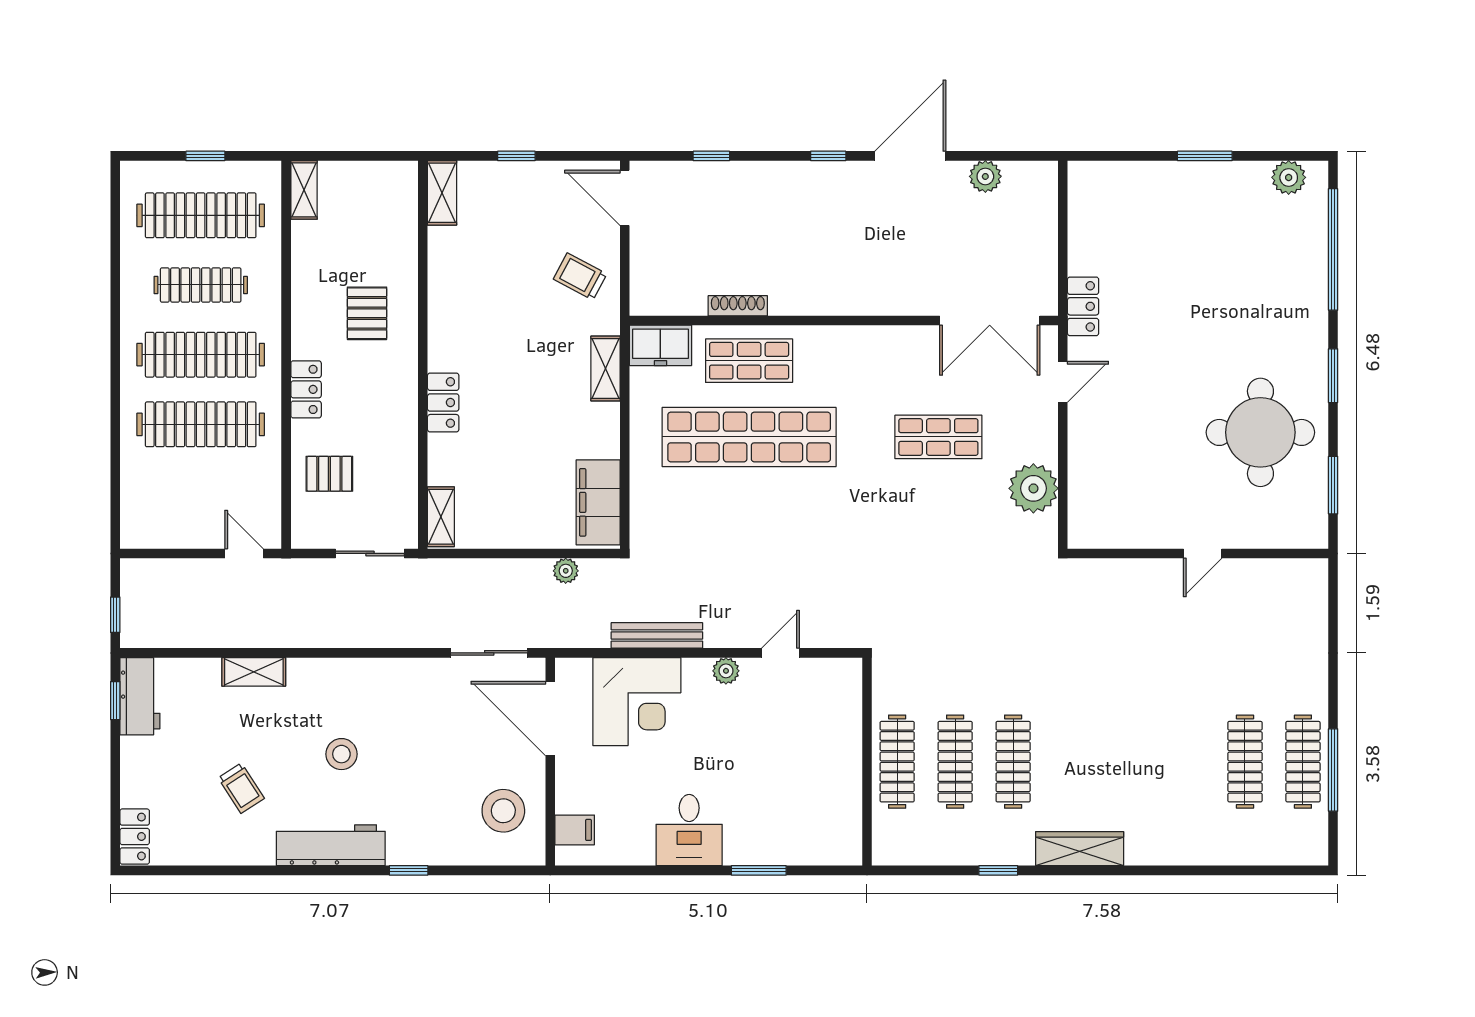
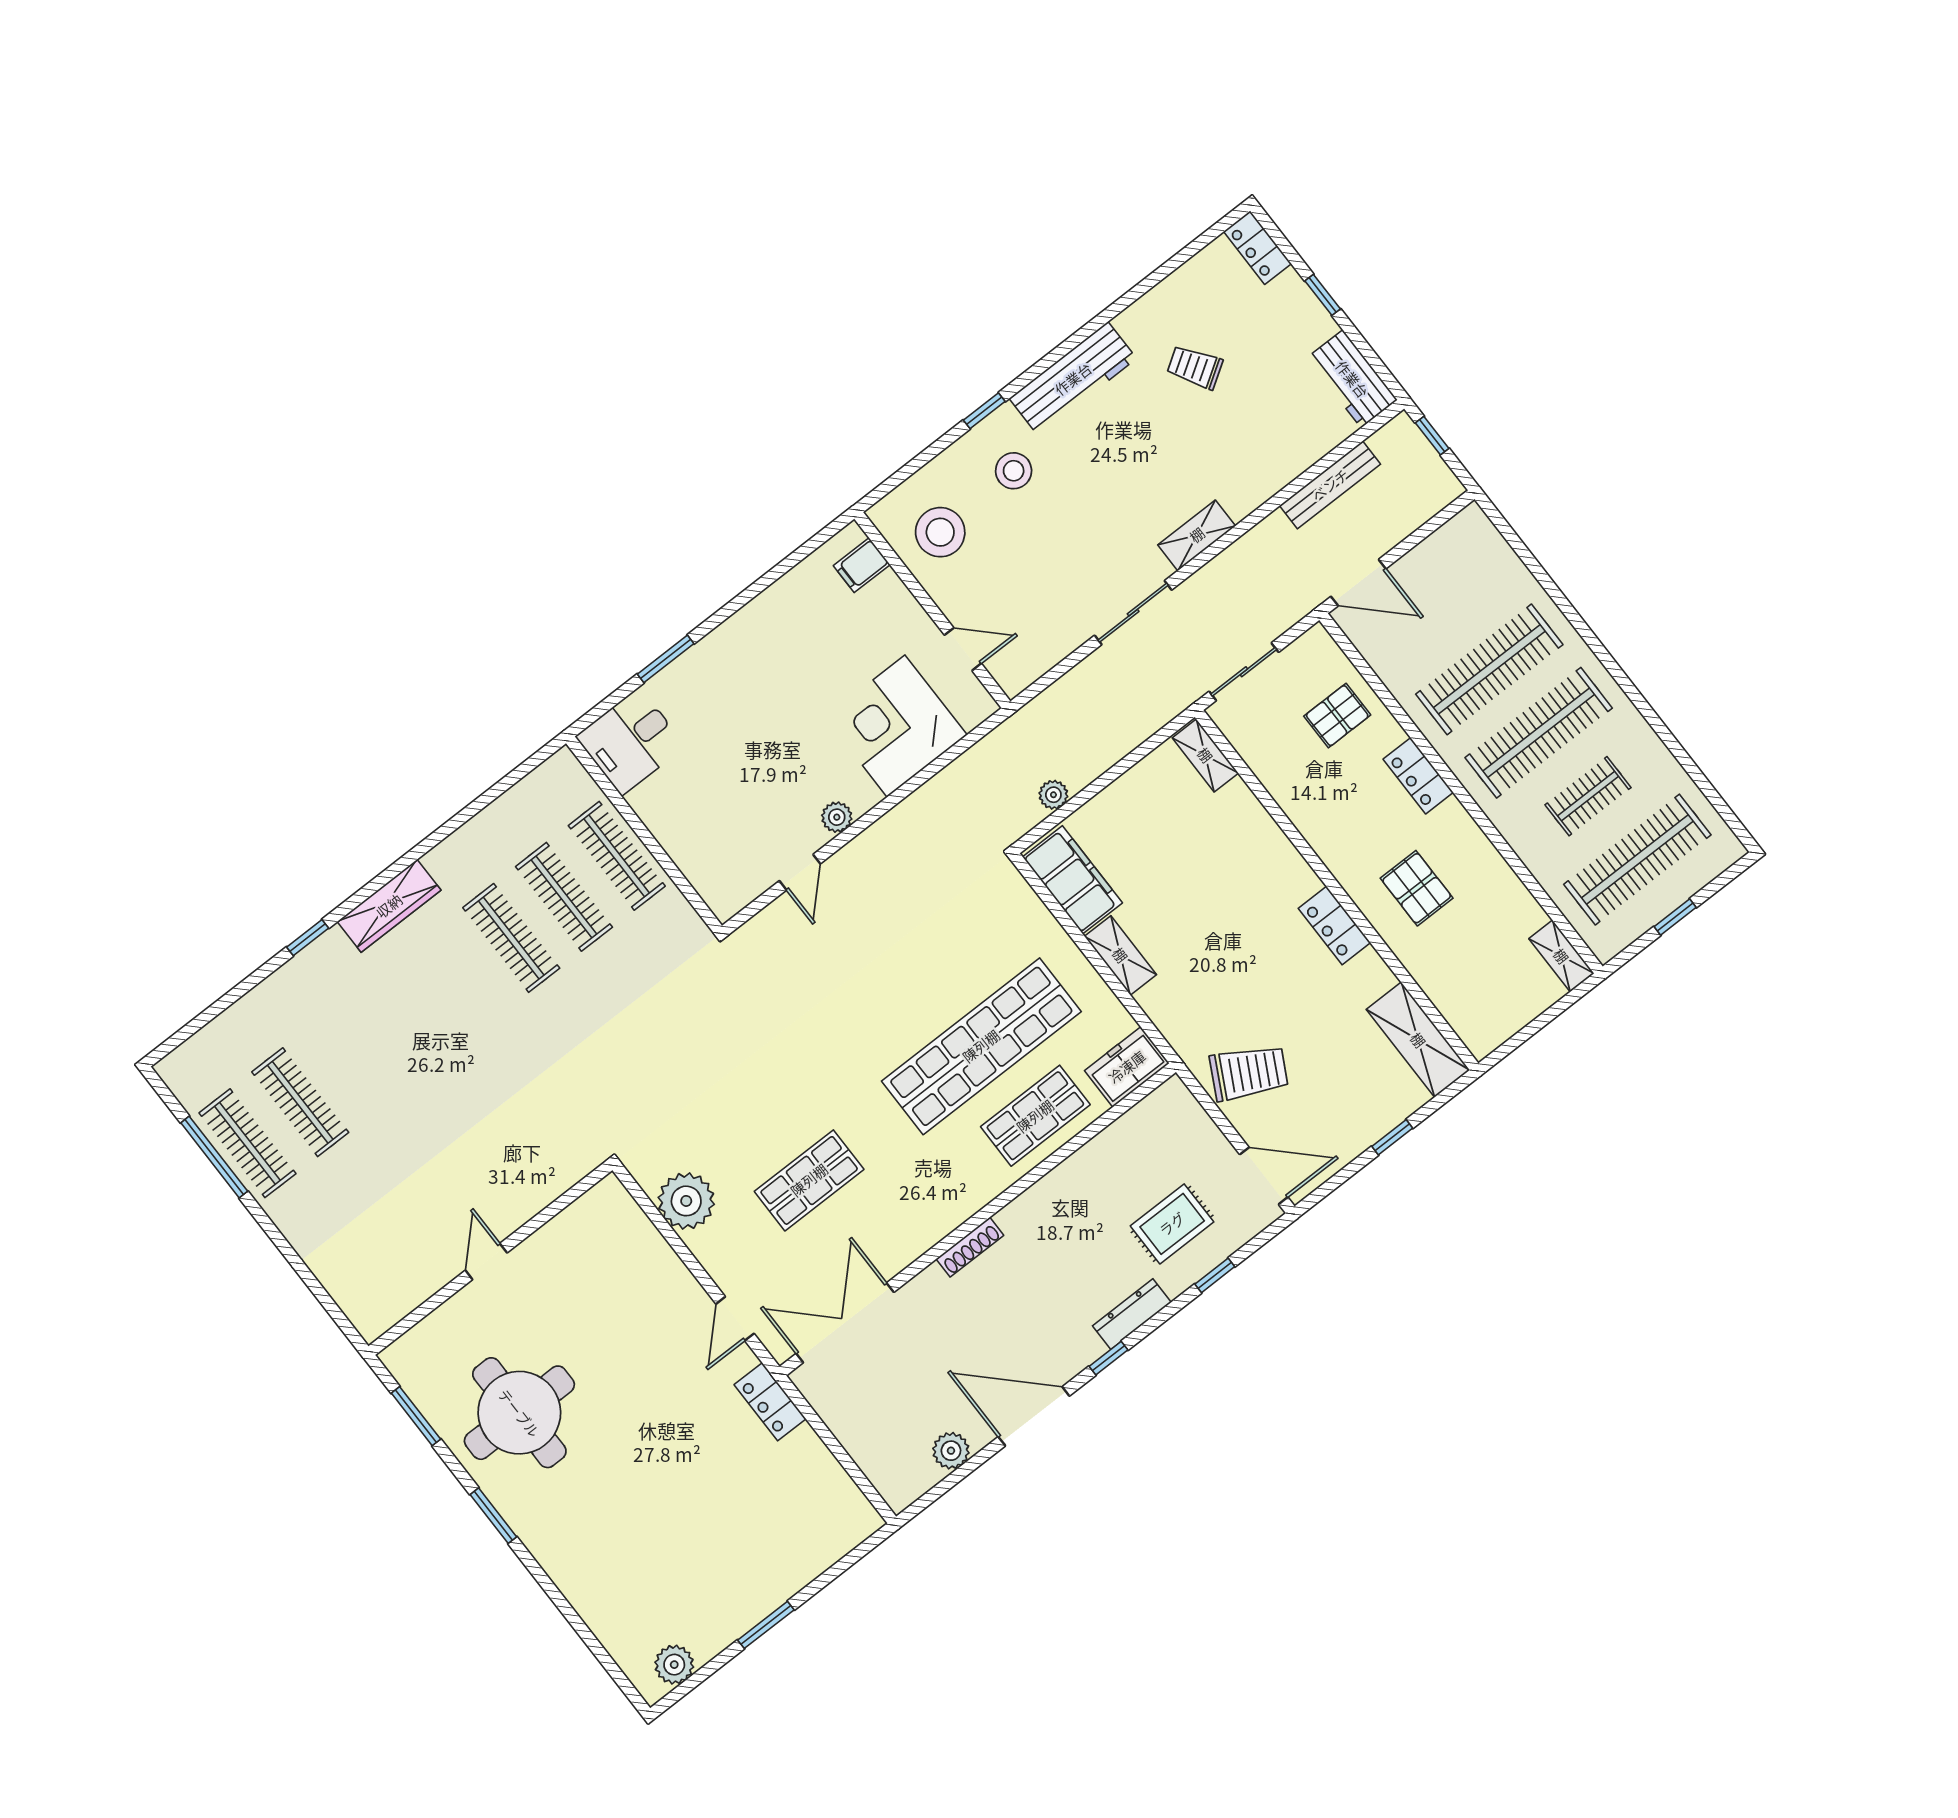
door: (910, 156) -> (1034, 1416), swing flipped
dresser: (789, 174) -> (1132, 1314), added
shelving: (442, 193) -> (1418, 1040), width x1.50, depth x1.33
rug: (713, 214) -> (1172, 1224), added
window: (1333, 249) -> (583, 1631), removed
trolley: (580, 276) -> (1249, 1073), width x1.36, depth x1.39
clothes rail: (201, 285) -> (1588, 796), width x0.73
shoe rack: (738, 306) -> (970, 1247), moved
shelving: (605, 369) -> (1120, 955), moved
locker: (443, 402) -> (1334, 925), moved
door: (244, 553) -> (1358, 583), width x1.38
bench: (657, 635) -> (1330, 485), moved
sliding door: (489, 653) -> (1133, 613), moved
shelving: (254, 672) -> (1197, 535), moved
window: (115, 701) -> (1323, 295), moved
door: (550, 719) -> (963, 649), width x0.53
stool: (341, 754) -> (1014, 471), moved
desk: (689, 830) -> (630, 741), moved, turned -90
window: (998, 870) -> (308, 938), moved

